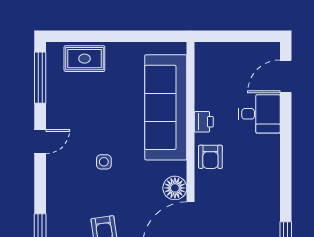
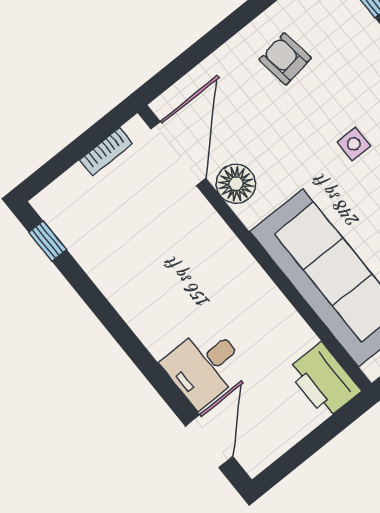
printer: (204, 122) -> (324, 380), moved, width x1.87, depth x1.48
armchair: (210, 157) -> (222, 261), removed

